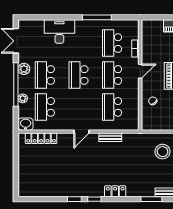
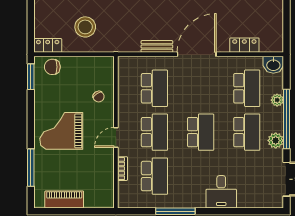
desk: (59, 32) -> (221, 192), width x0.73
door: (81, 132) -> (197, 54), width x1.88
locker: (41, 138) -> (244, 45), width x0.66

